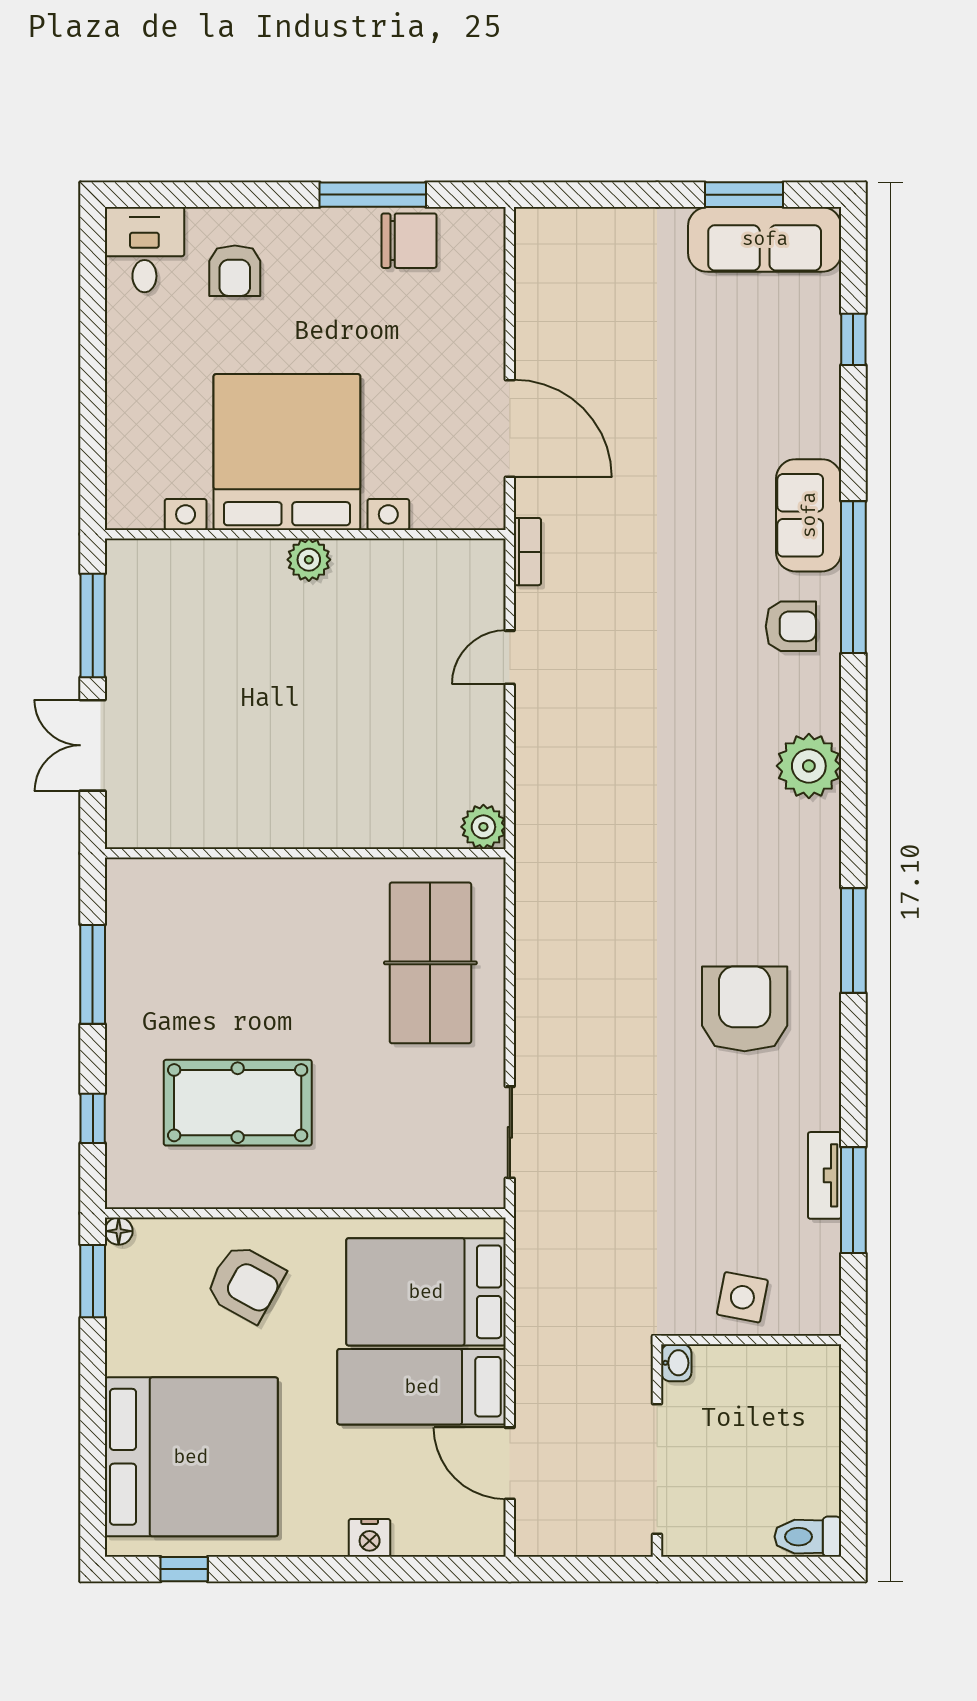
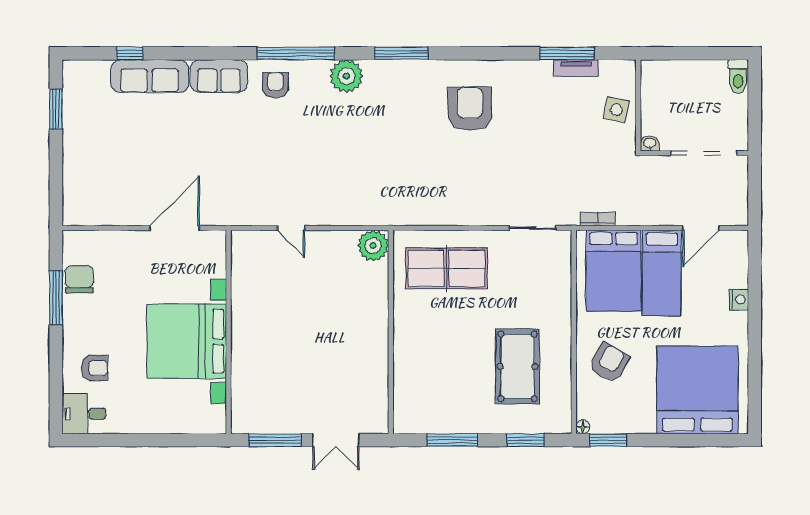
sofa: (765, 239) -> (150, 76), moved, turned 90
bookcase: (527, 552) -> (598, 219), moved
plant: (309, 560) -> (242, 330), removed
window: (853, 577) -> (296, 53), moved
plant: (483, 827) -> (373, 246), width x1.36, depth x1.36
window: (853, 941) -> (401, 53), moved
armchair: (745, 1009) -> (470, 109), turned 90
window: (93, 1118) -> (526, 440), width x1.50
tv unit: (825, 1175) -> (576, 68), moved
window: (184, 1569) -> (755, 394), removed

